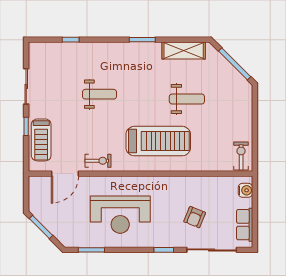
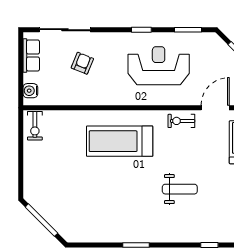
shelving: (184, 50) -> (94, 234), removed
weight bench: (99, 94) -> (180, 189), turned 180
weight bench: (187, 99) -> (90, 184), removed
window: (164, 250) -> (141, 30), moved

